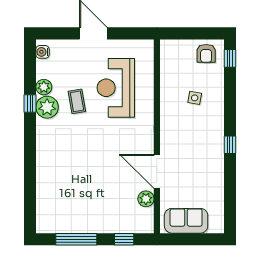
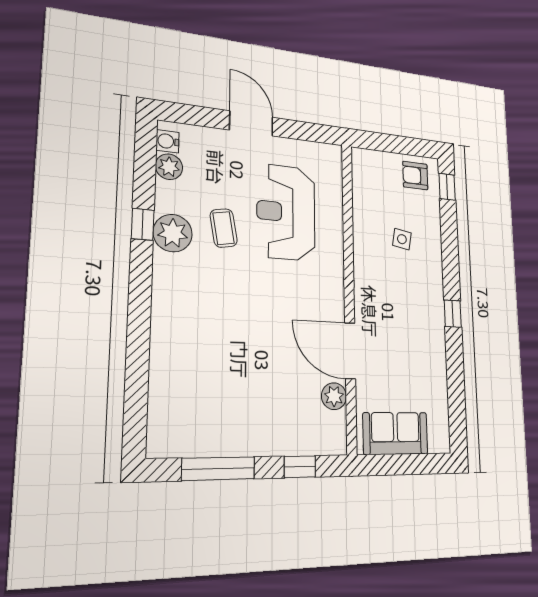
armchair: (206, 53) -> (415, 176), turned 90
plant: (44, 87) -> (169, 167), moved

